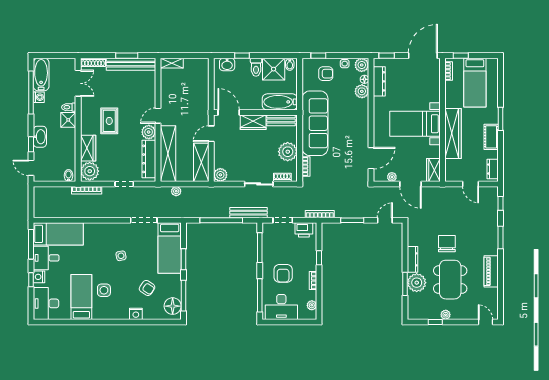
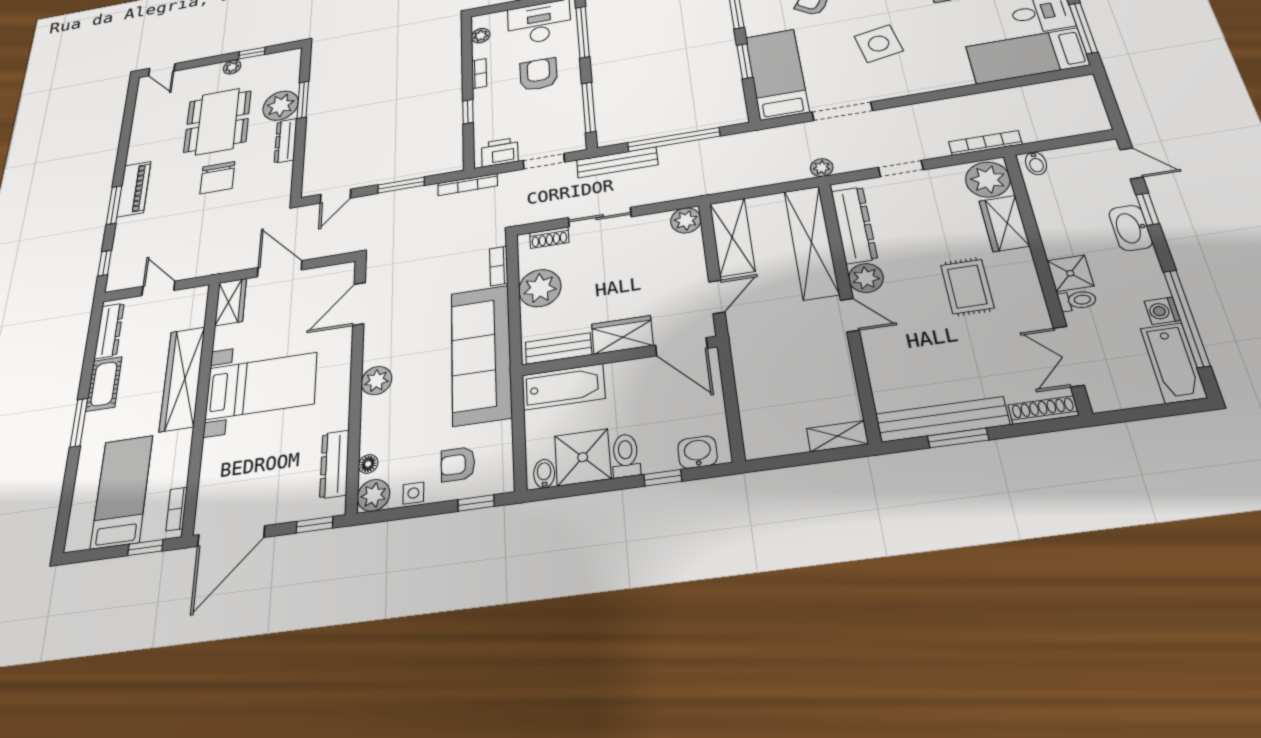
plant: (362, 91) -> (377, 381), moved
door: (158, 116) -> (850, 315), hinge flipped
dresser: (493, 169) -> (109, 331), width x1.44
plant: (392, 177) -> (317, 275), removed
plant: (176, 191) -> (822, 168), moved
side table: (121, 256) -> (879, 44), width x1.87, depth x1.87
piano: (491, 271) -> (134, 189), moved

